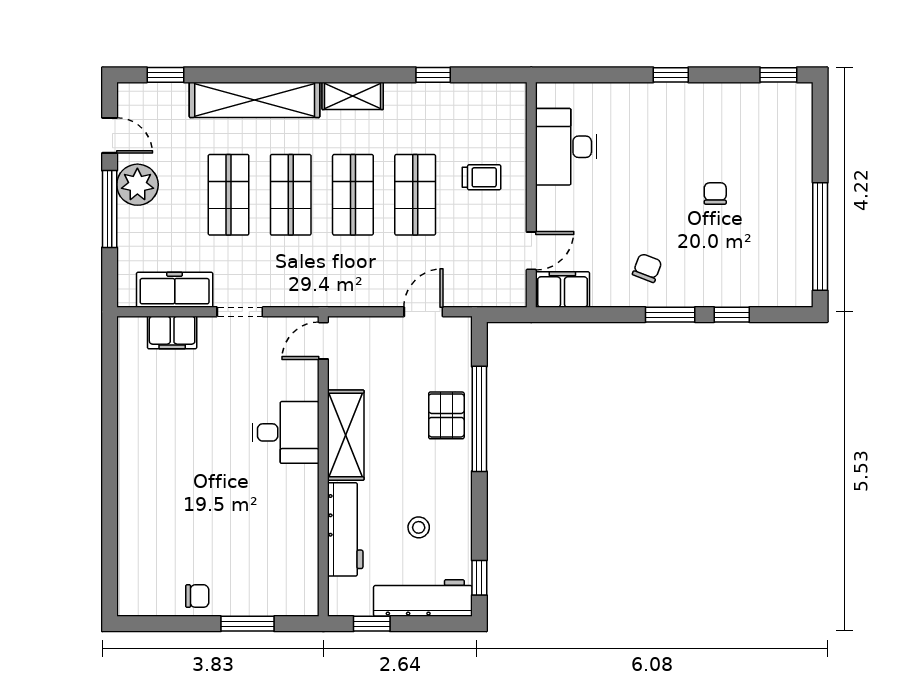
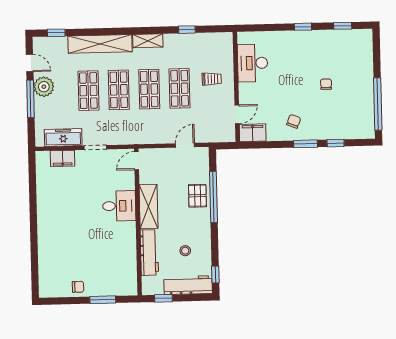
window: (778, 75) -> (343, 26), moved

